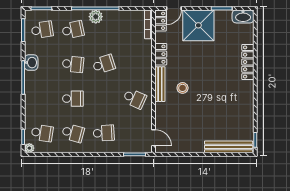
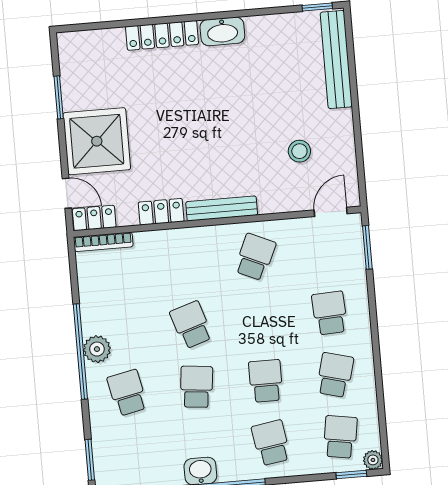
washbasin: (243, 16) -> (222, 31), moved, turned 90
school desk: (42, 30) -> (271, 443), moved
stool: (183, 88) -> (299, 151), moved

